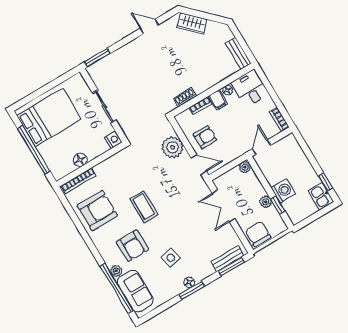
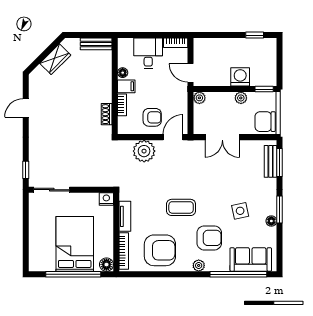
wardrobe: (192, 23) -> (55, 59), moved
window: (97, 58) -> (26, 170), width x0.67
desk: (250, 88) -> (148, 53), moved, turned 90
sliding door: (104, 107) -> (52, 190), moved
bed: (49, 117) -> (75, 244), moved
armchair: (205, 137) -> (152, 117), turned 90
floor lamp: (80, 160) -> (106, 265), moved
tv unit: (108, 164) -> (125, 216), added
kitchen sink: (321, 196) -> (265, 46), removed
window: (278, 205) -> (264, 89), moved
armchair: (97, 210) -> (160, 250), turned 90
plant: (116, 271) -> (199, 265), moved
floor lamp: (189, 282) -> (271, 221), moved

